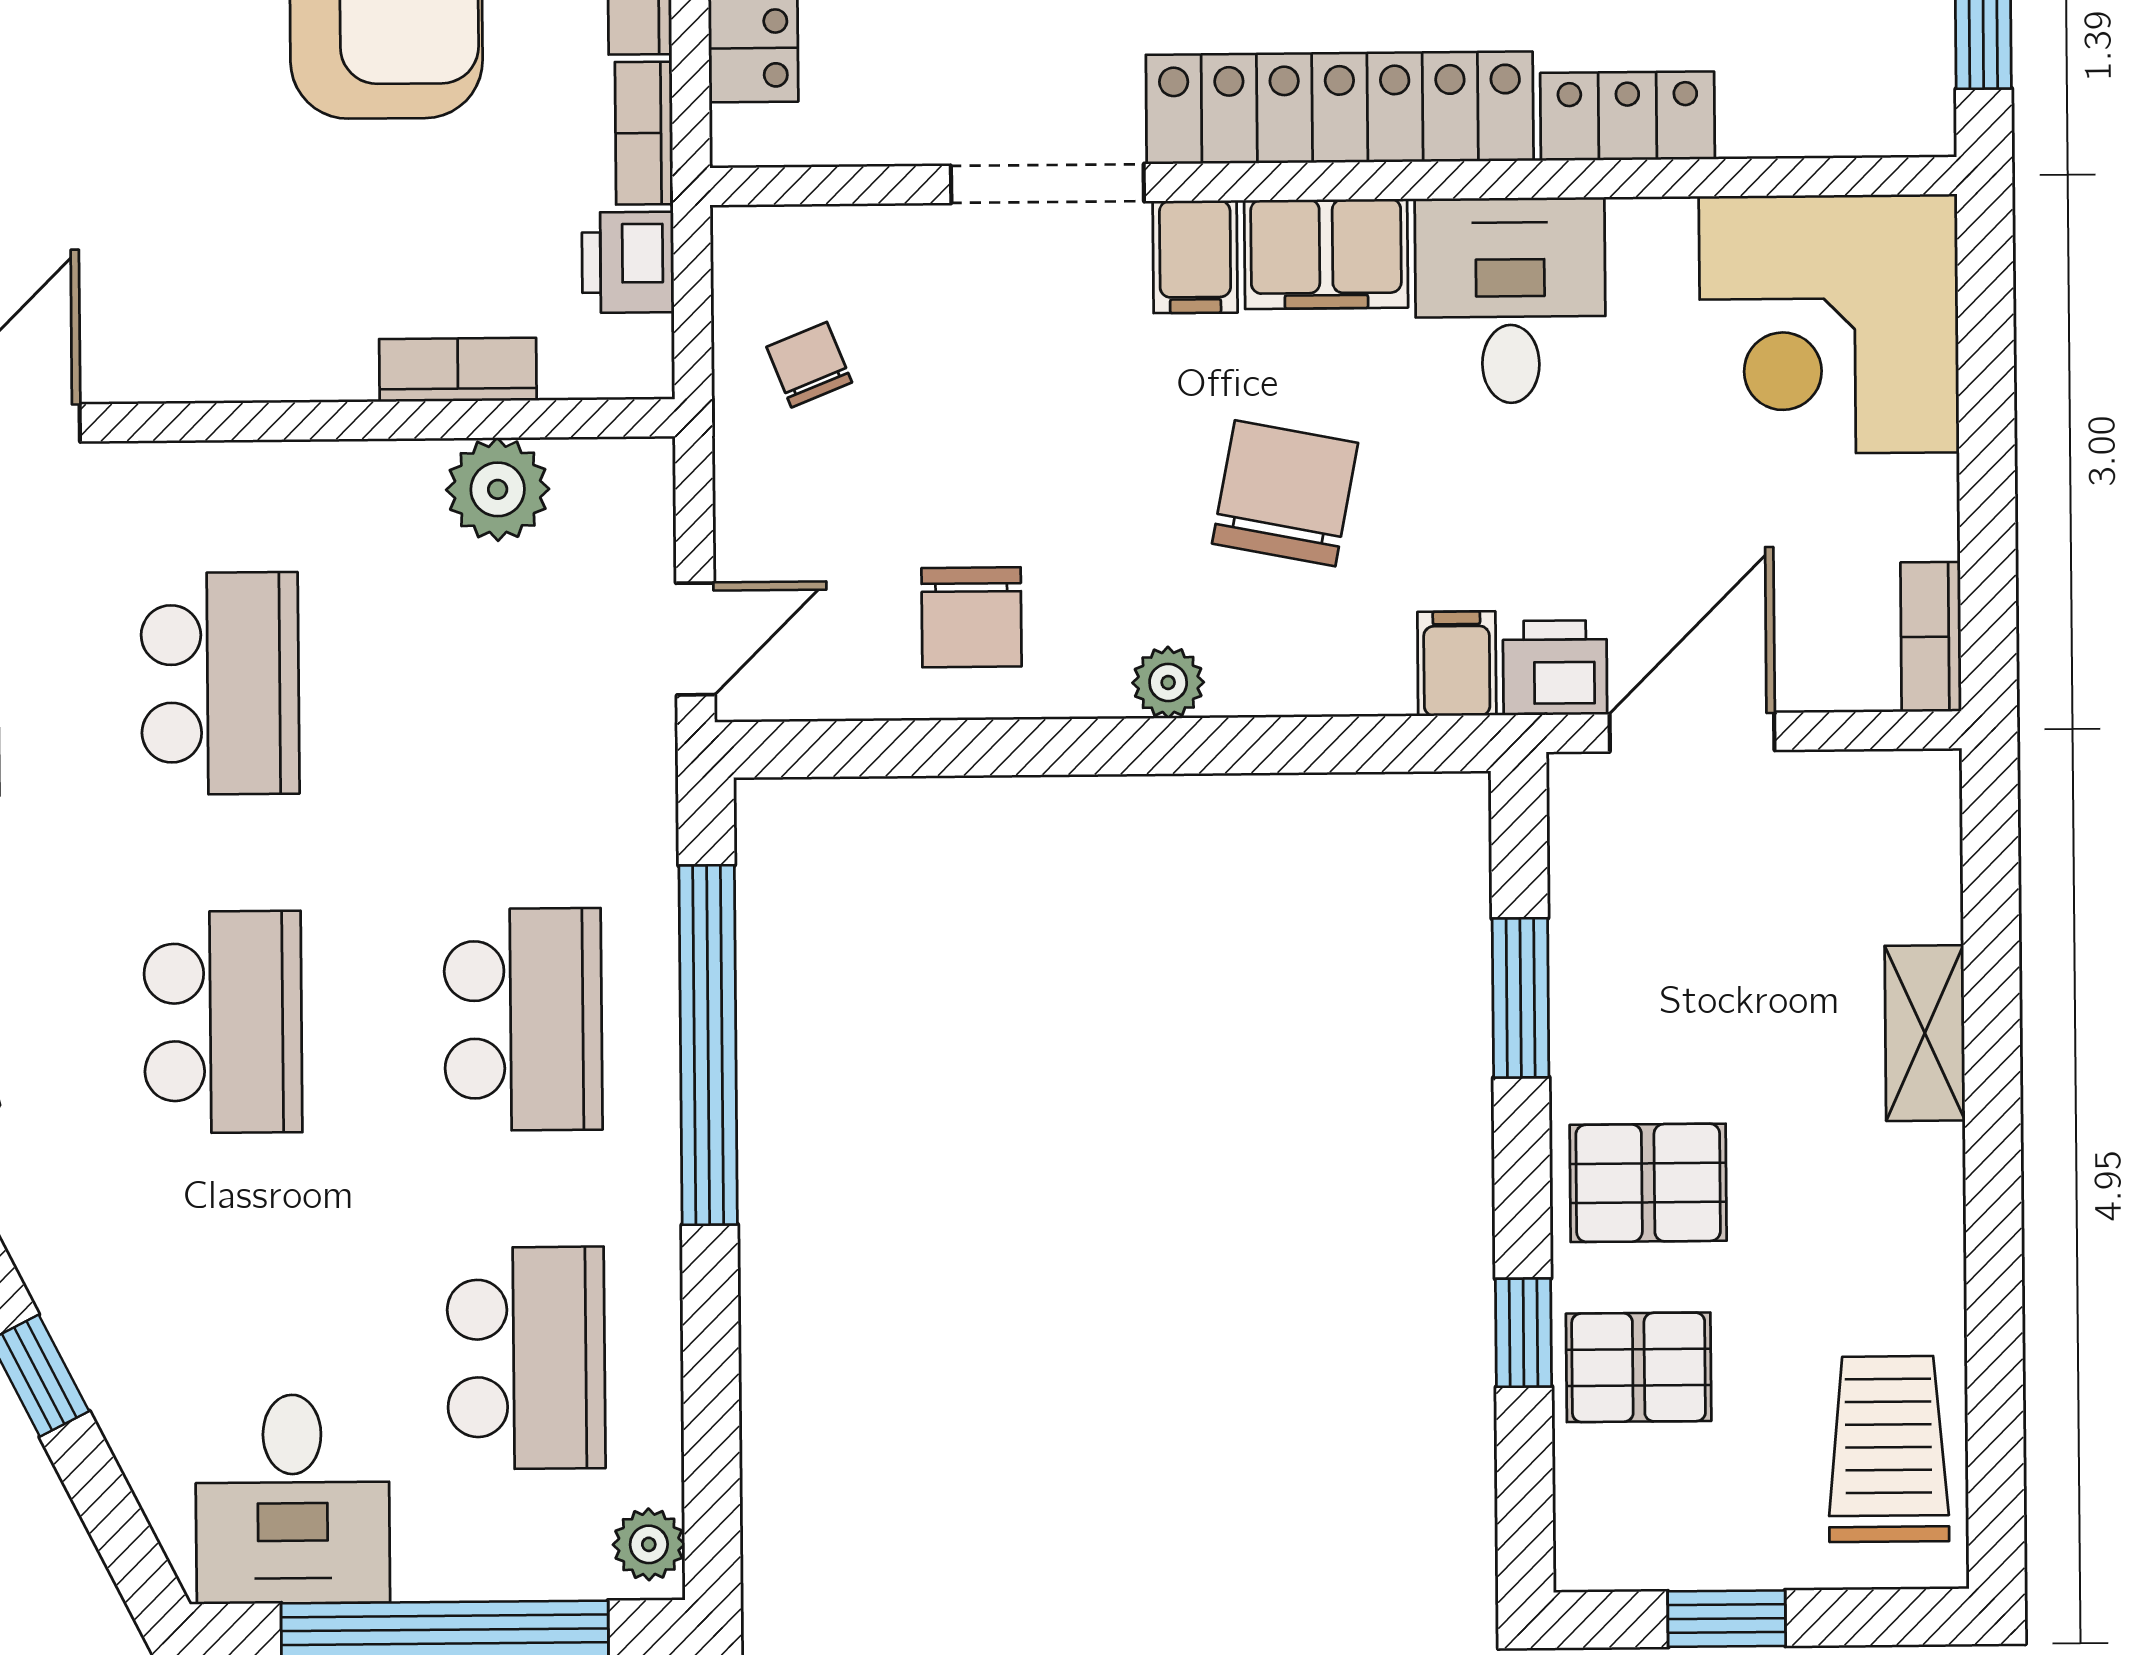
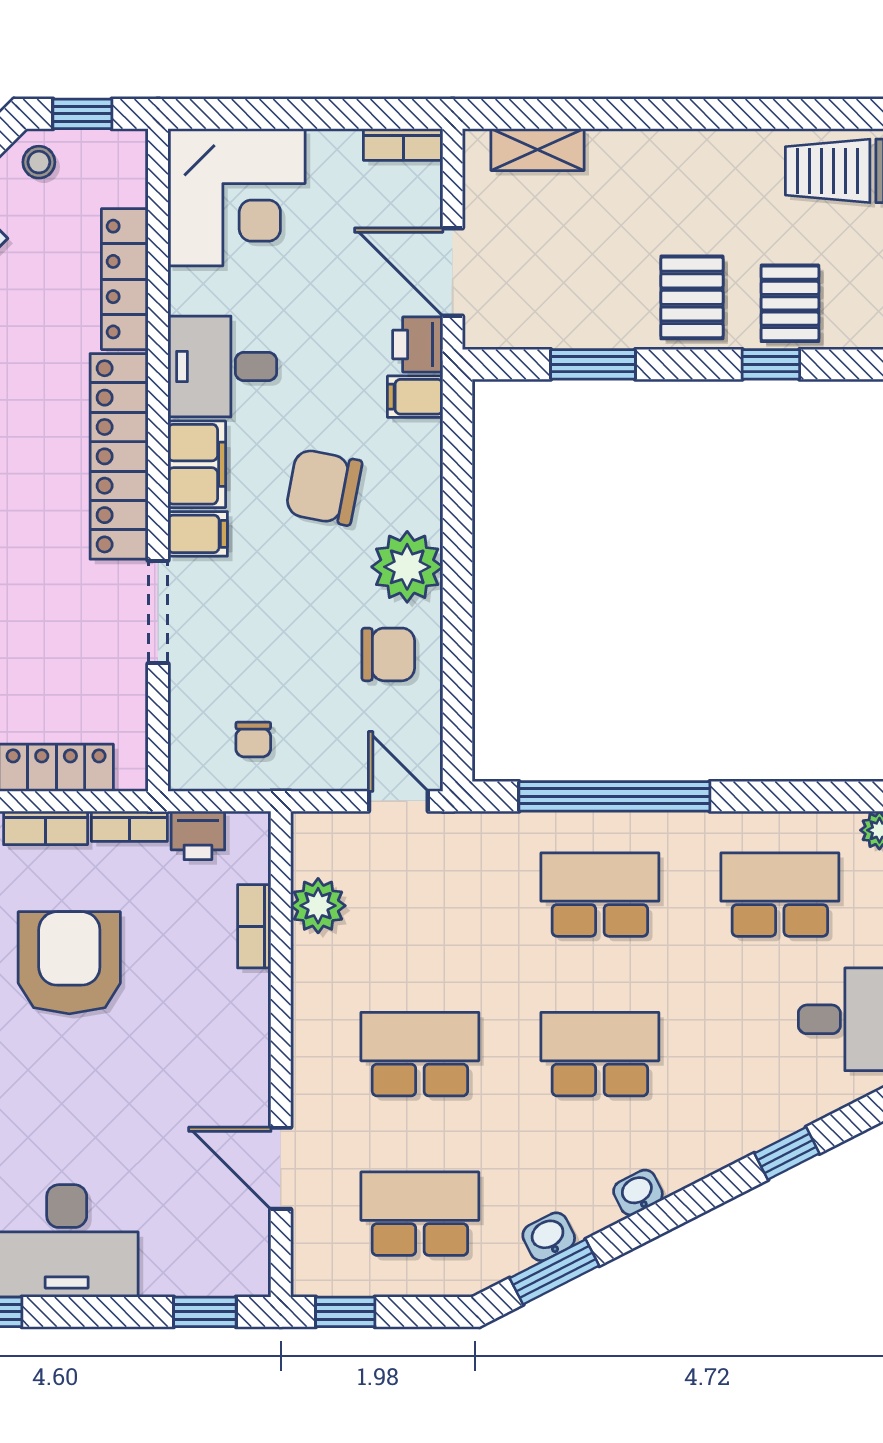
locker: (1628, 116) -> (125, 279), width x1.53
chair: (809, 365) -> (253, 739), turned -68
plant: (1168, 682) -> (407, 567), width x1.87, depth x1.87
shelving: (1925, 1033) -> (538, 150), moved

